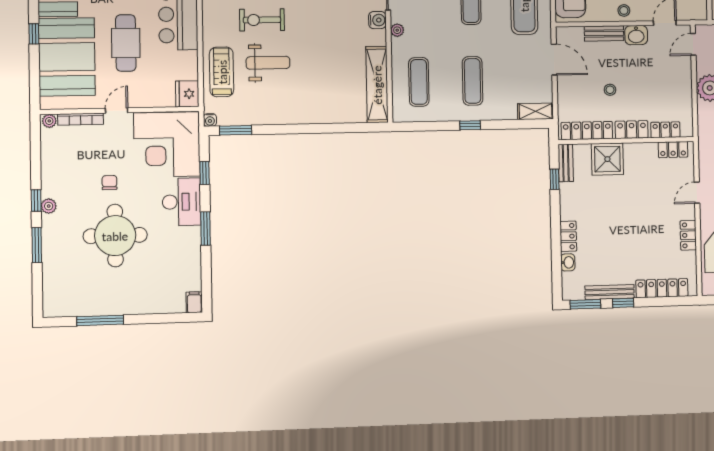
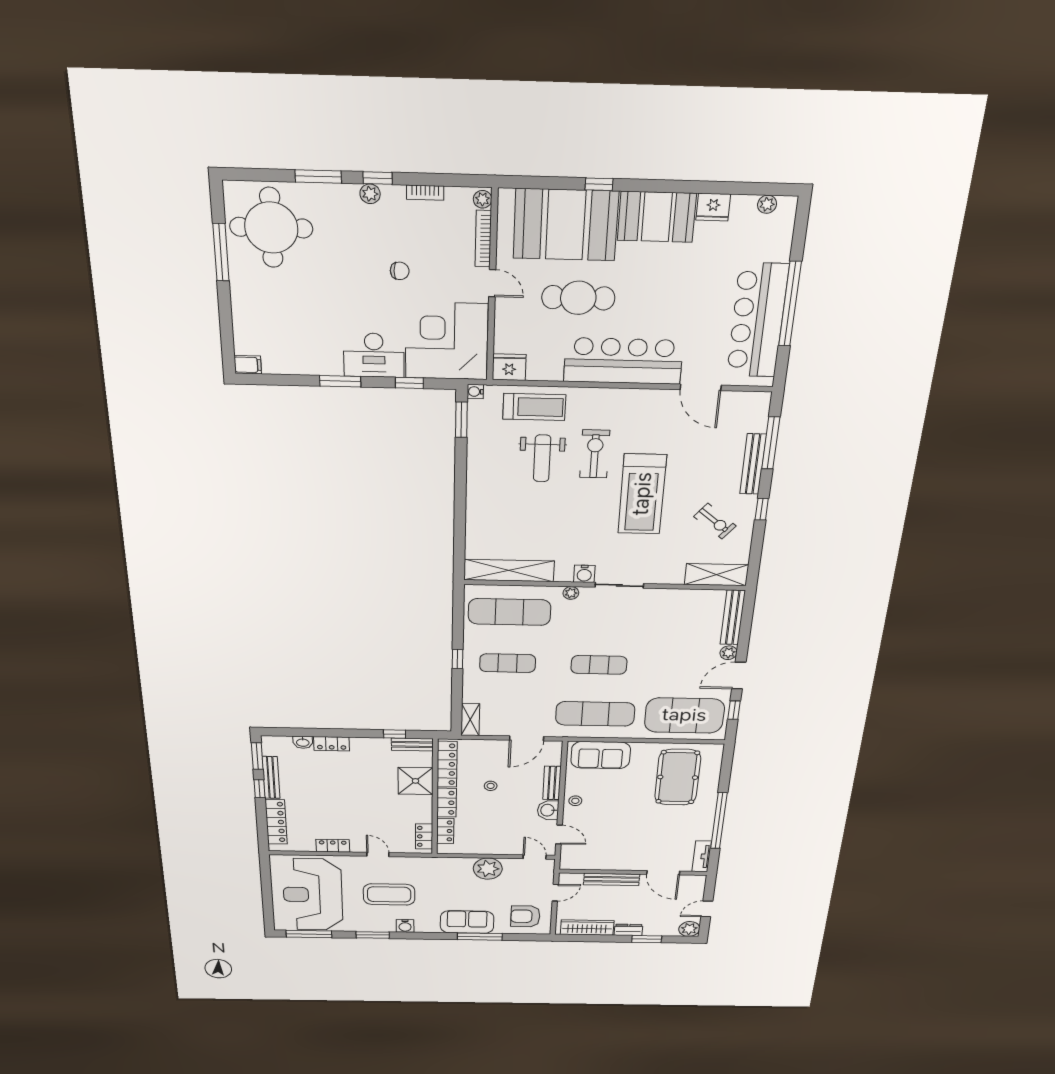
exercise mat: (419, 82) -> (510, 612), width x1.36, depth x1.45
bookcase: (46, 164) -> (425, 193), added
round table: (115, 236) -> (271, 228), moved

